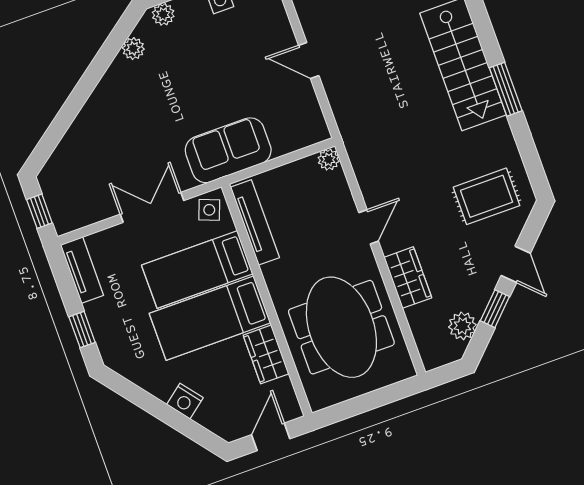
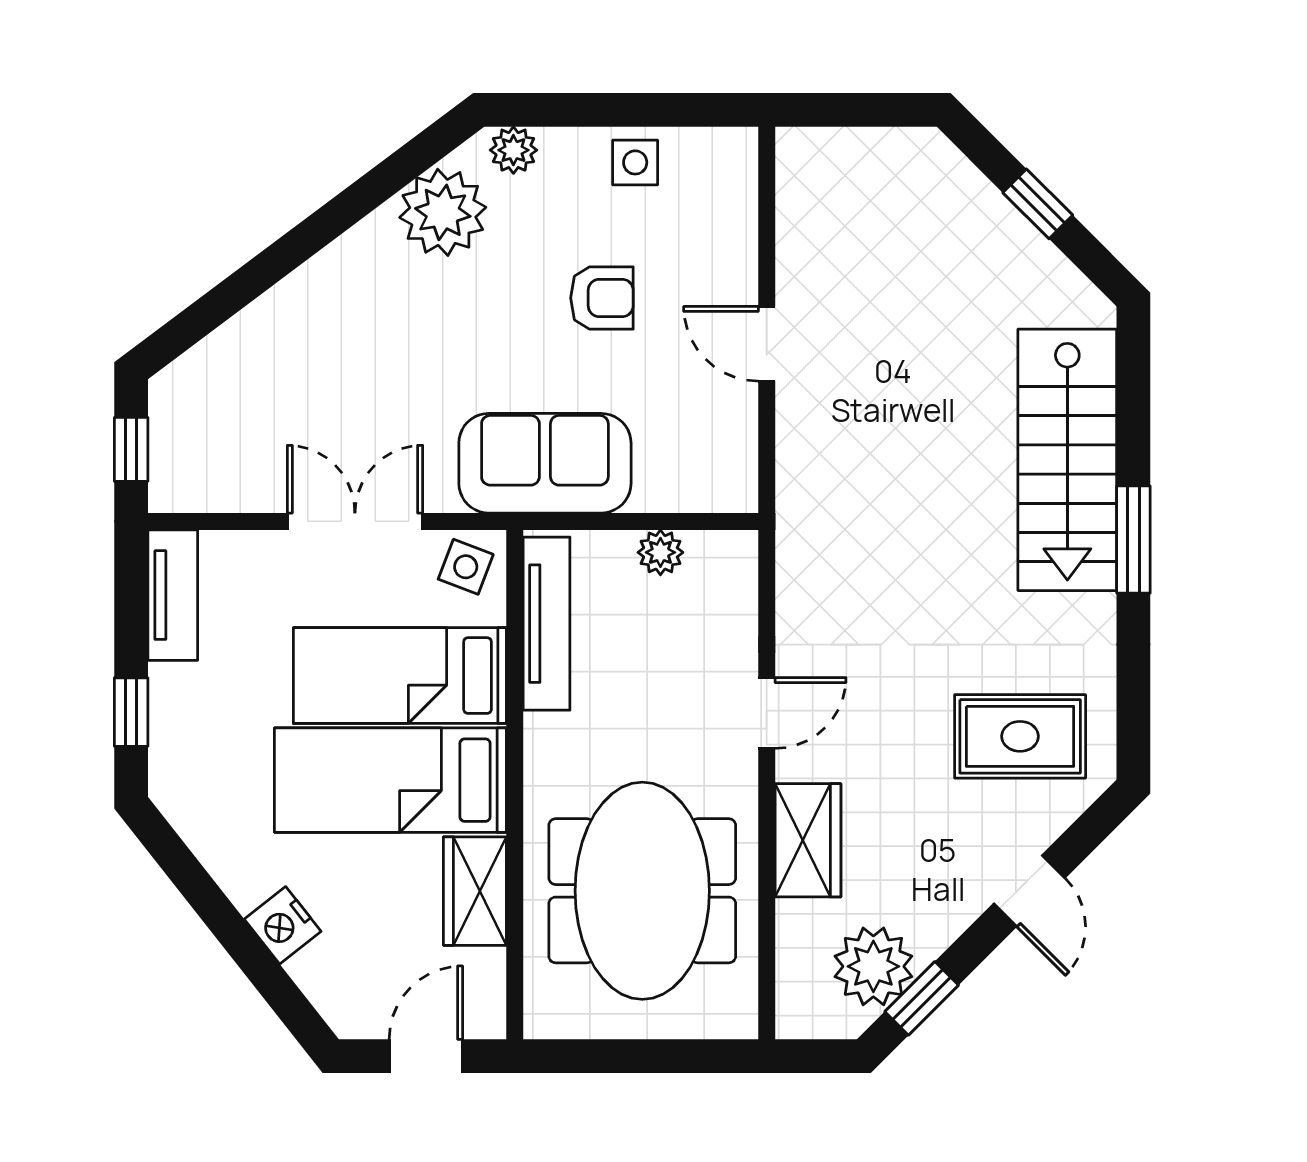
plant: (133, 49) -> (443, 212), width x1.88, depth x1.88
armchair: (227, 67) -> (602, 298), added
plant: (329, 160) -> (660, 552), moved
window: (495, 309) -> (922, 998), moved
plant: (462, 326) -> (873, 966), width x1.36, depth x1.36

